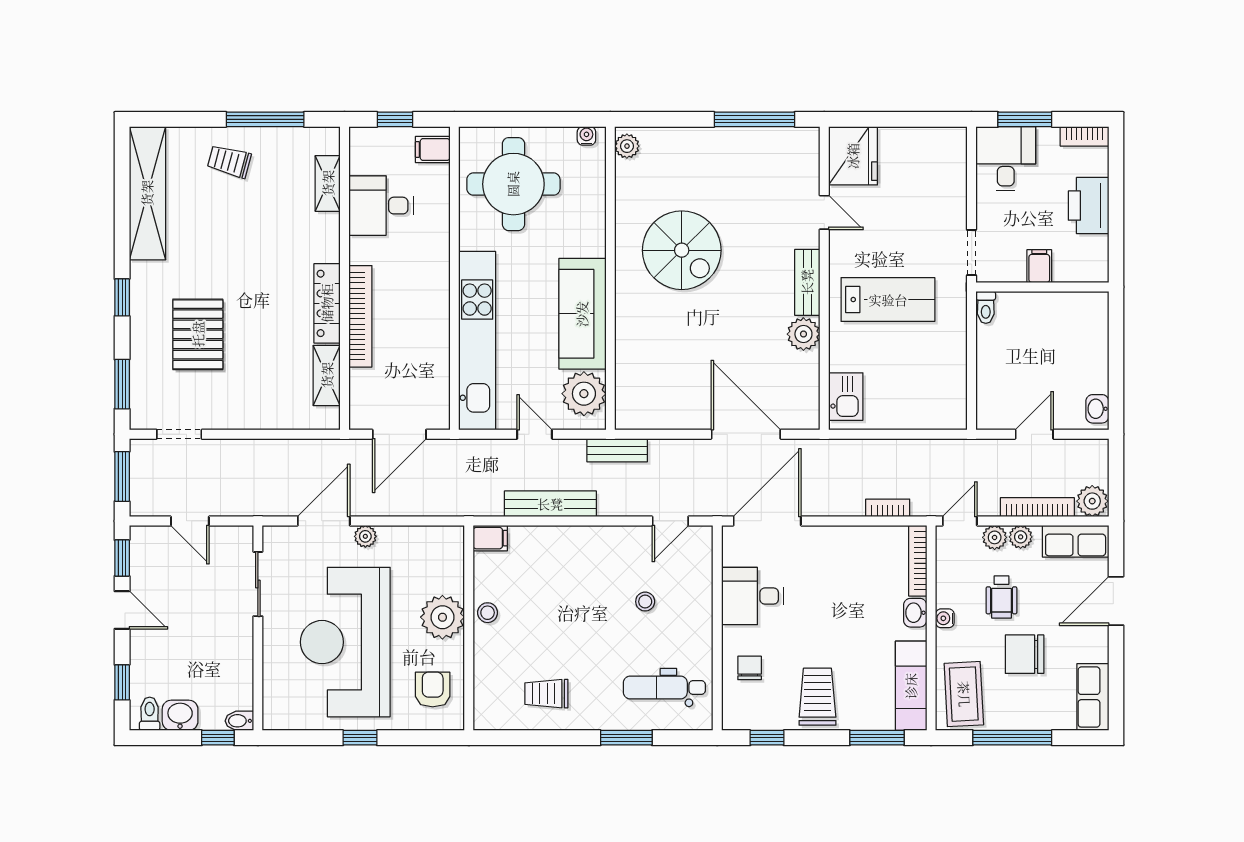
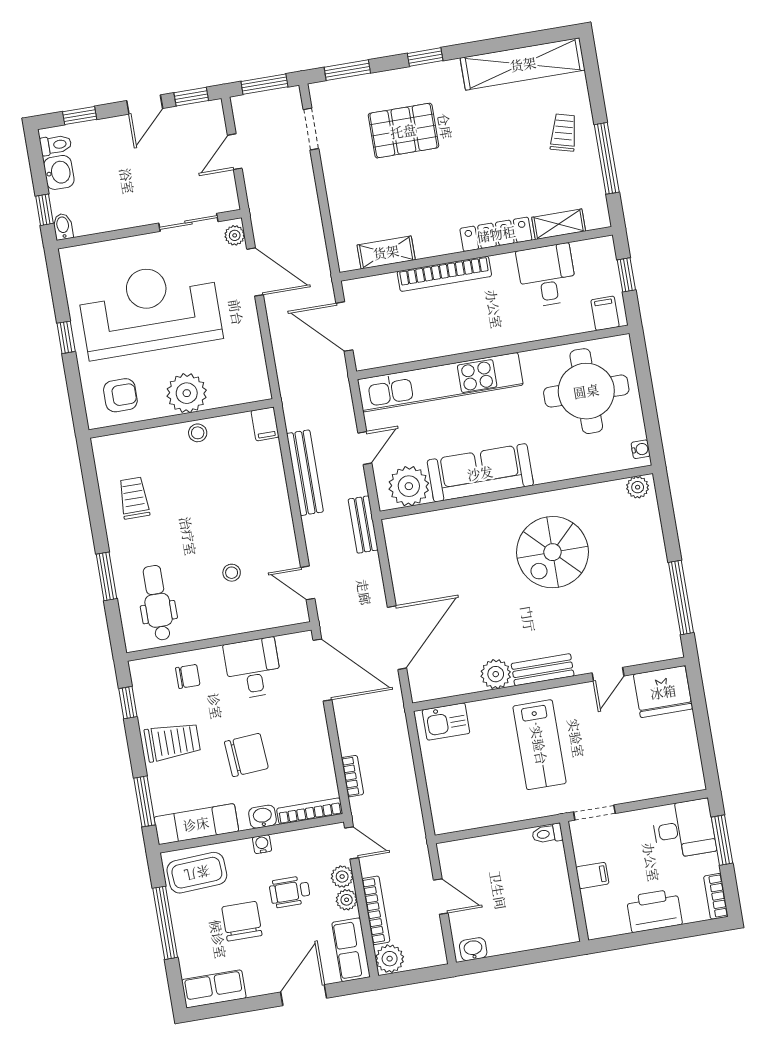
locker: (327, 303) -> (496, 234), moved
plant: (365, 536) -> (235, 235), moved
door: (1116, 601) -> (304, 995), hinge flipped
chair: (845, 619) -> (246, 755), added

